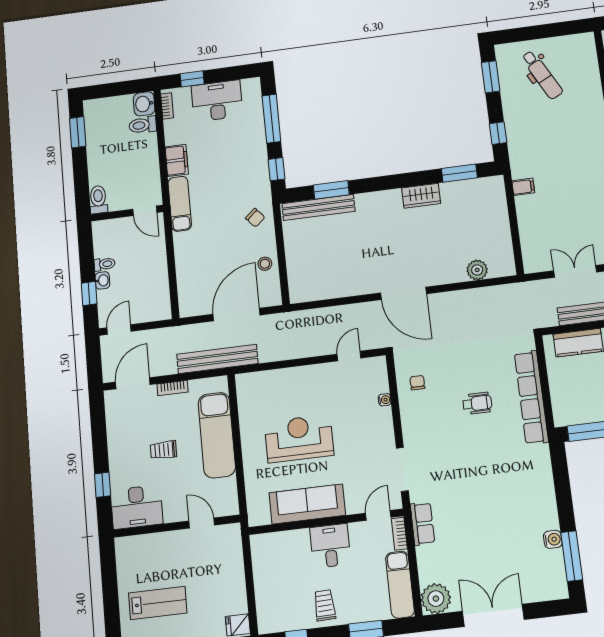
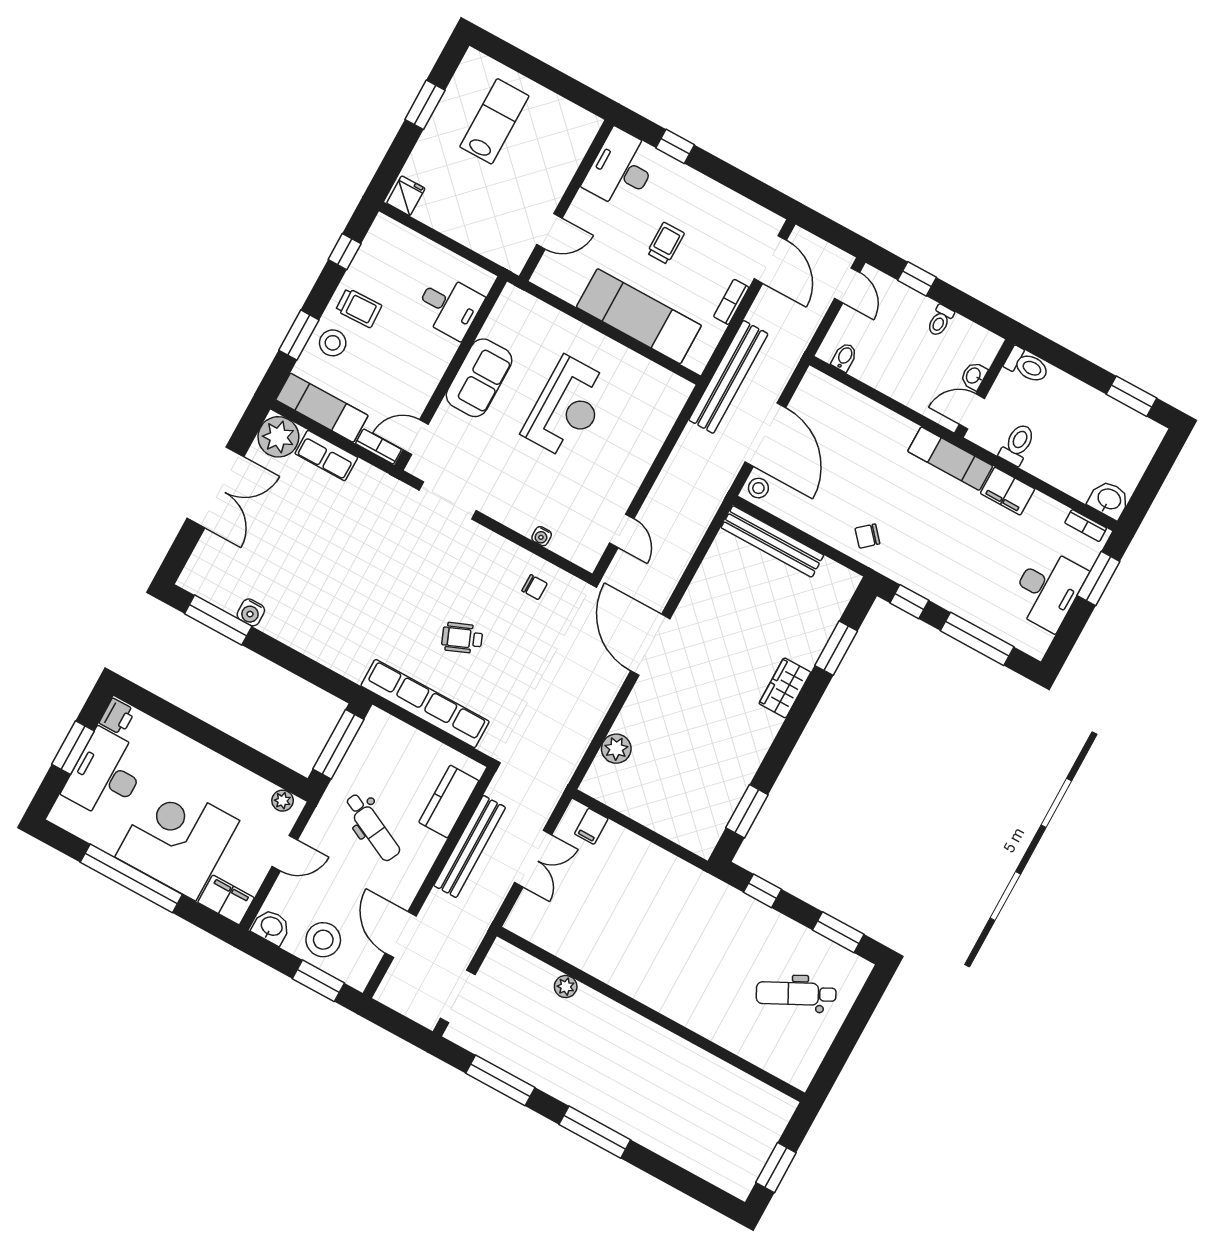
window: (192, 79) -> (1098, 579), width x1.50
toilet: (143, 125) -> (1017, 444), moved
filing cabinet: (523, 187) -> (591, 826), moved
wardrobe: (421, 196) -> (785, 688), moved
bench: (318, 207) -> (772, 541), moved, turned 90
stool: (265, 264) -> (758, 488), moved
washbasin: (102, 280) -> (974, 376), moved, turned 90
door: (403, 293) -> (650, 645), hinge flipped
bidet: (161, 302) -> (844, 357), added
wheelchair: (477, 403) -> (462, 638), turned 68
sofa: (307, 504) -> (479, 378), width x0.73
door: (378, 515) -> (416, 437), swing flipped
row of seats: (422, 524) -> (326, 456), moved
desk: (330, 546) -> (449, 306), moved
lab bench: (158, 603) -> (494, 121), turned 180
stool: (356, 606) -> (333, 343), added

